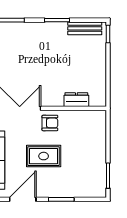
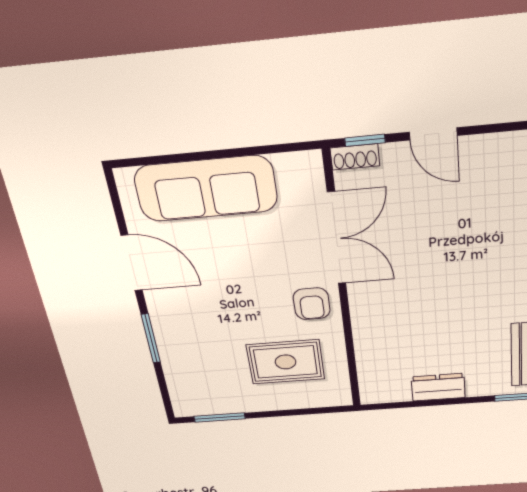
dresser: (76, 100) -> (438, 387), moved, turned -90
rug: (44, 156) -> (286, 362), moved, turned 90

